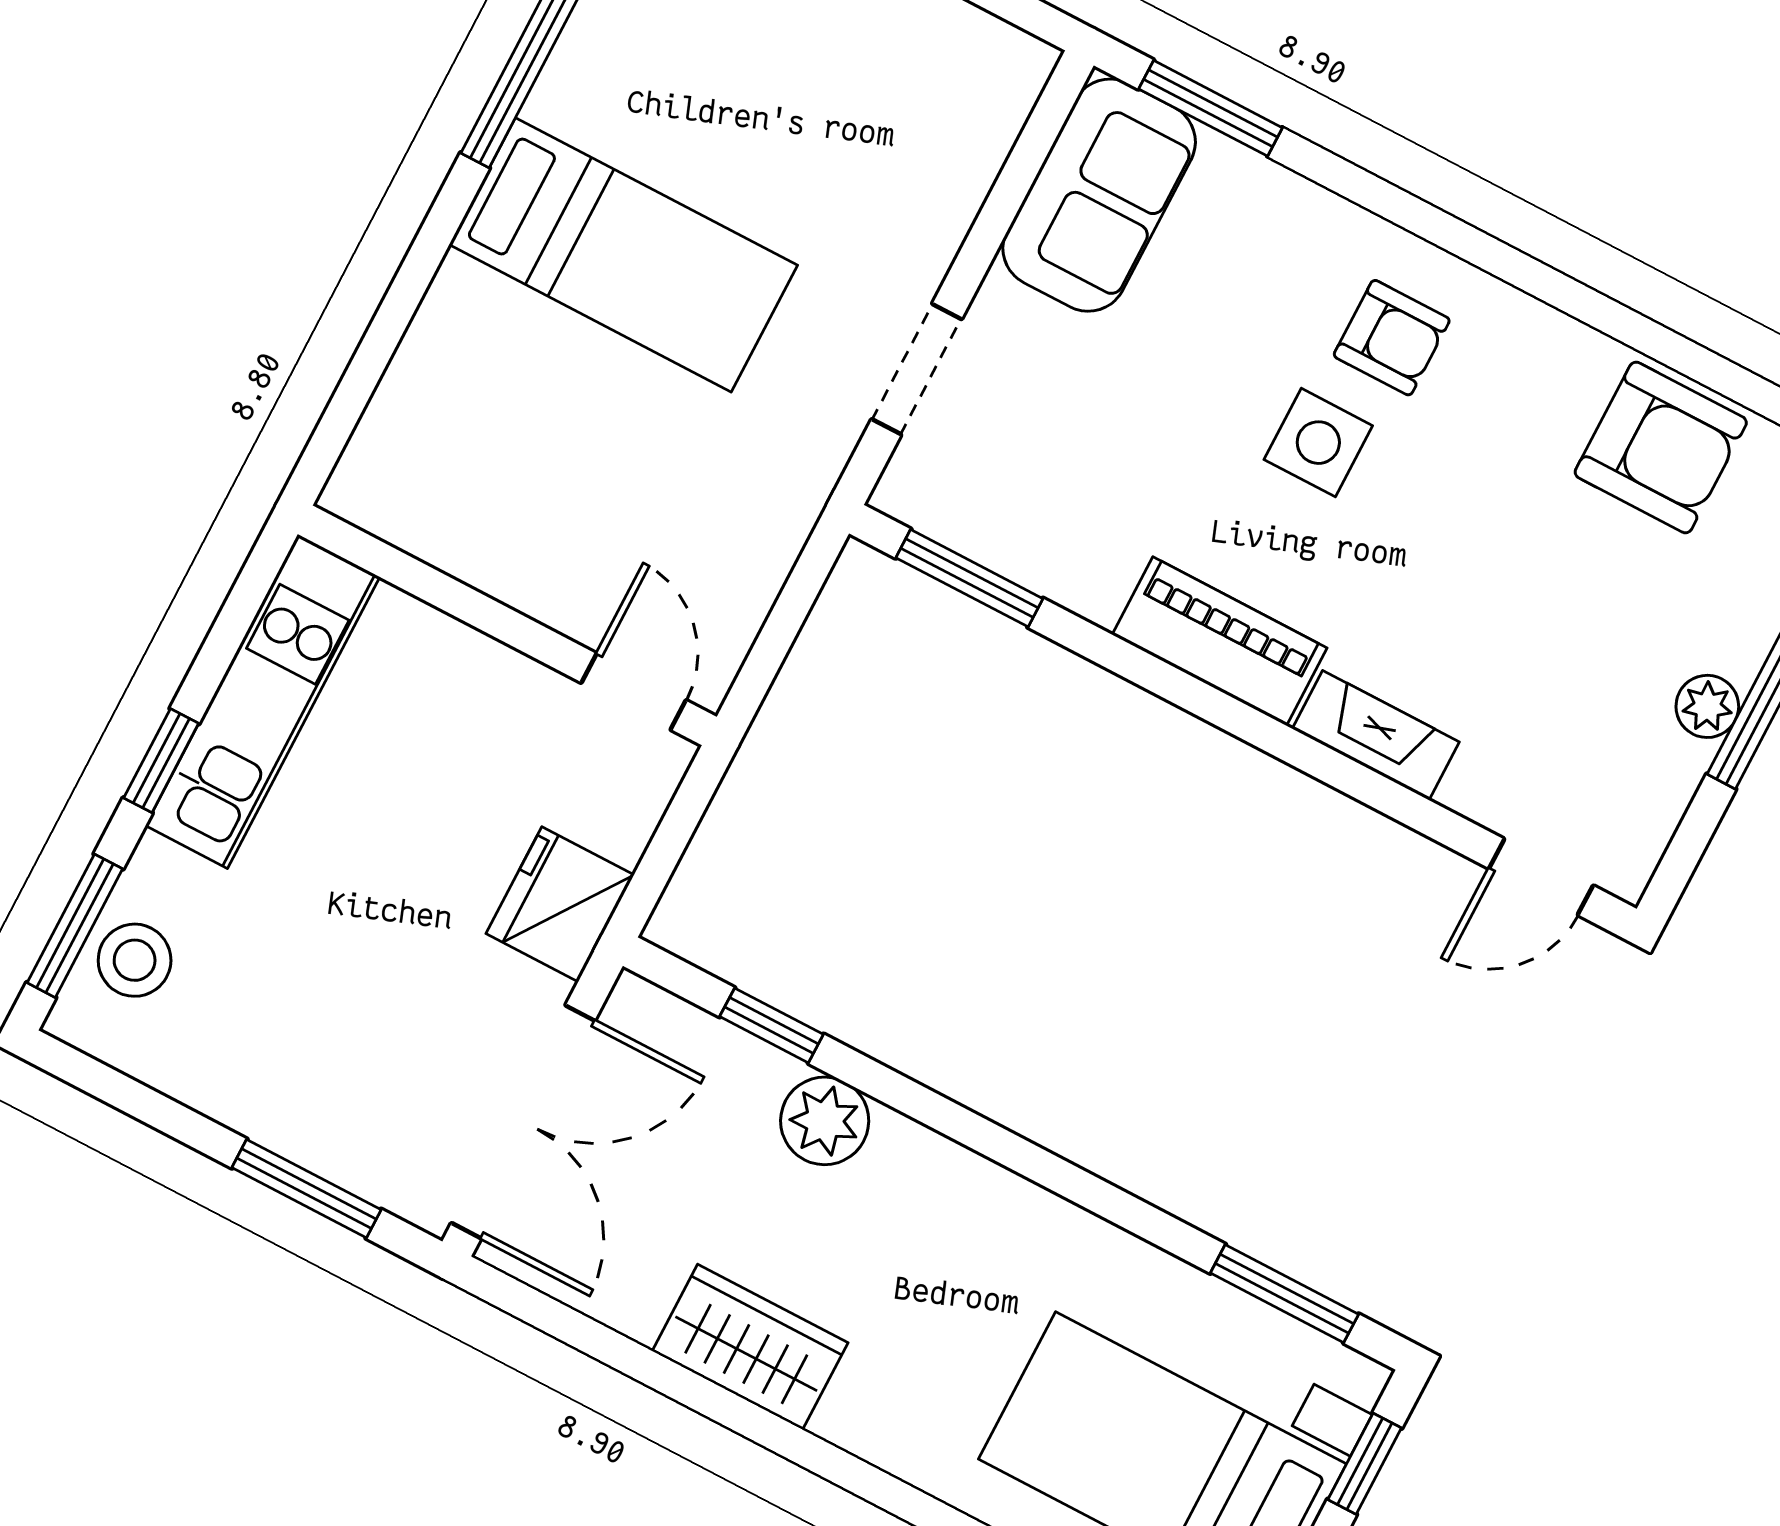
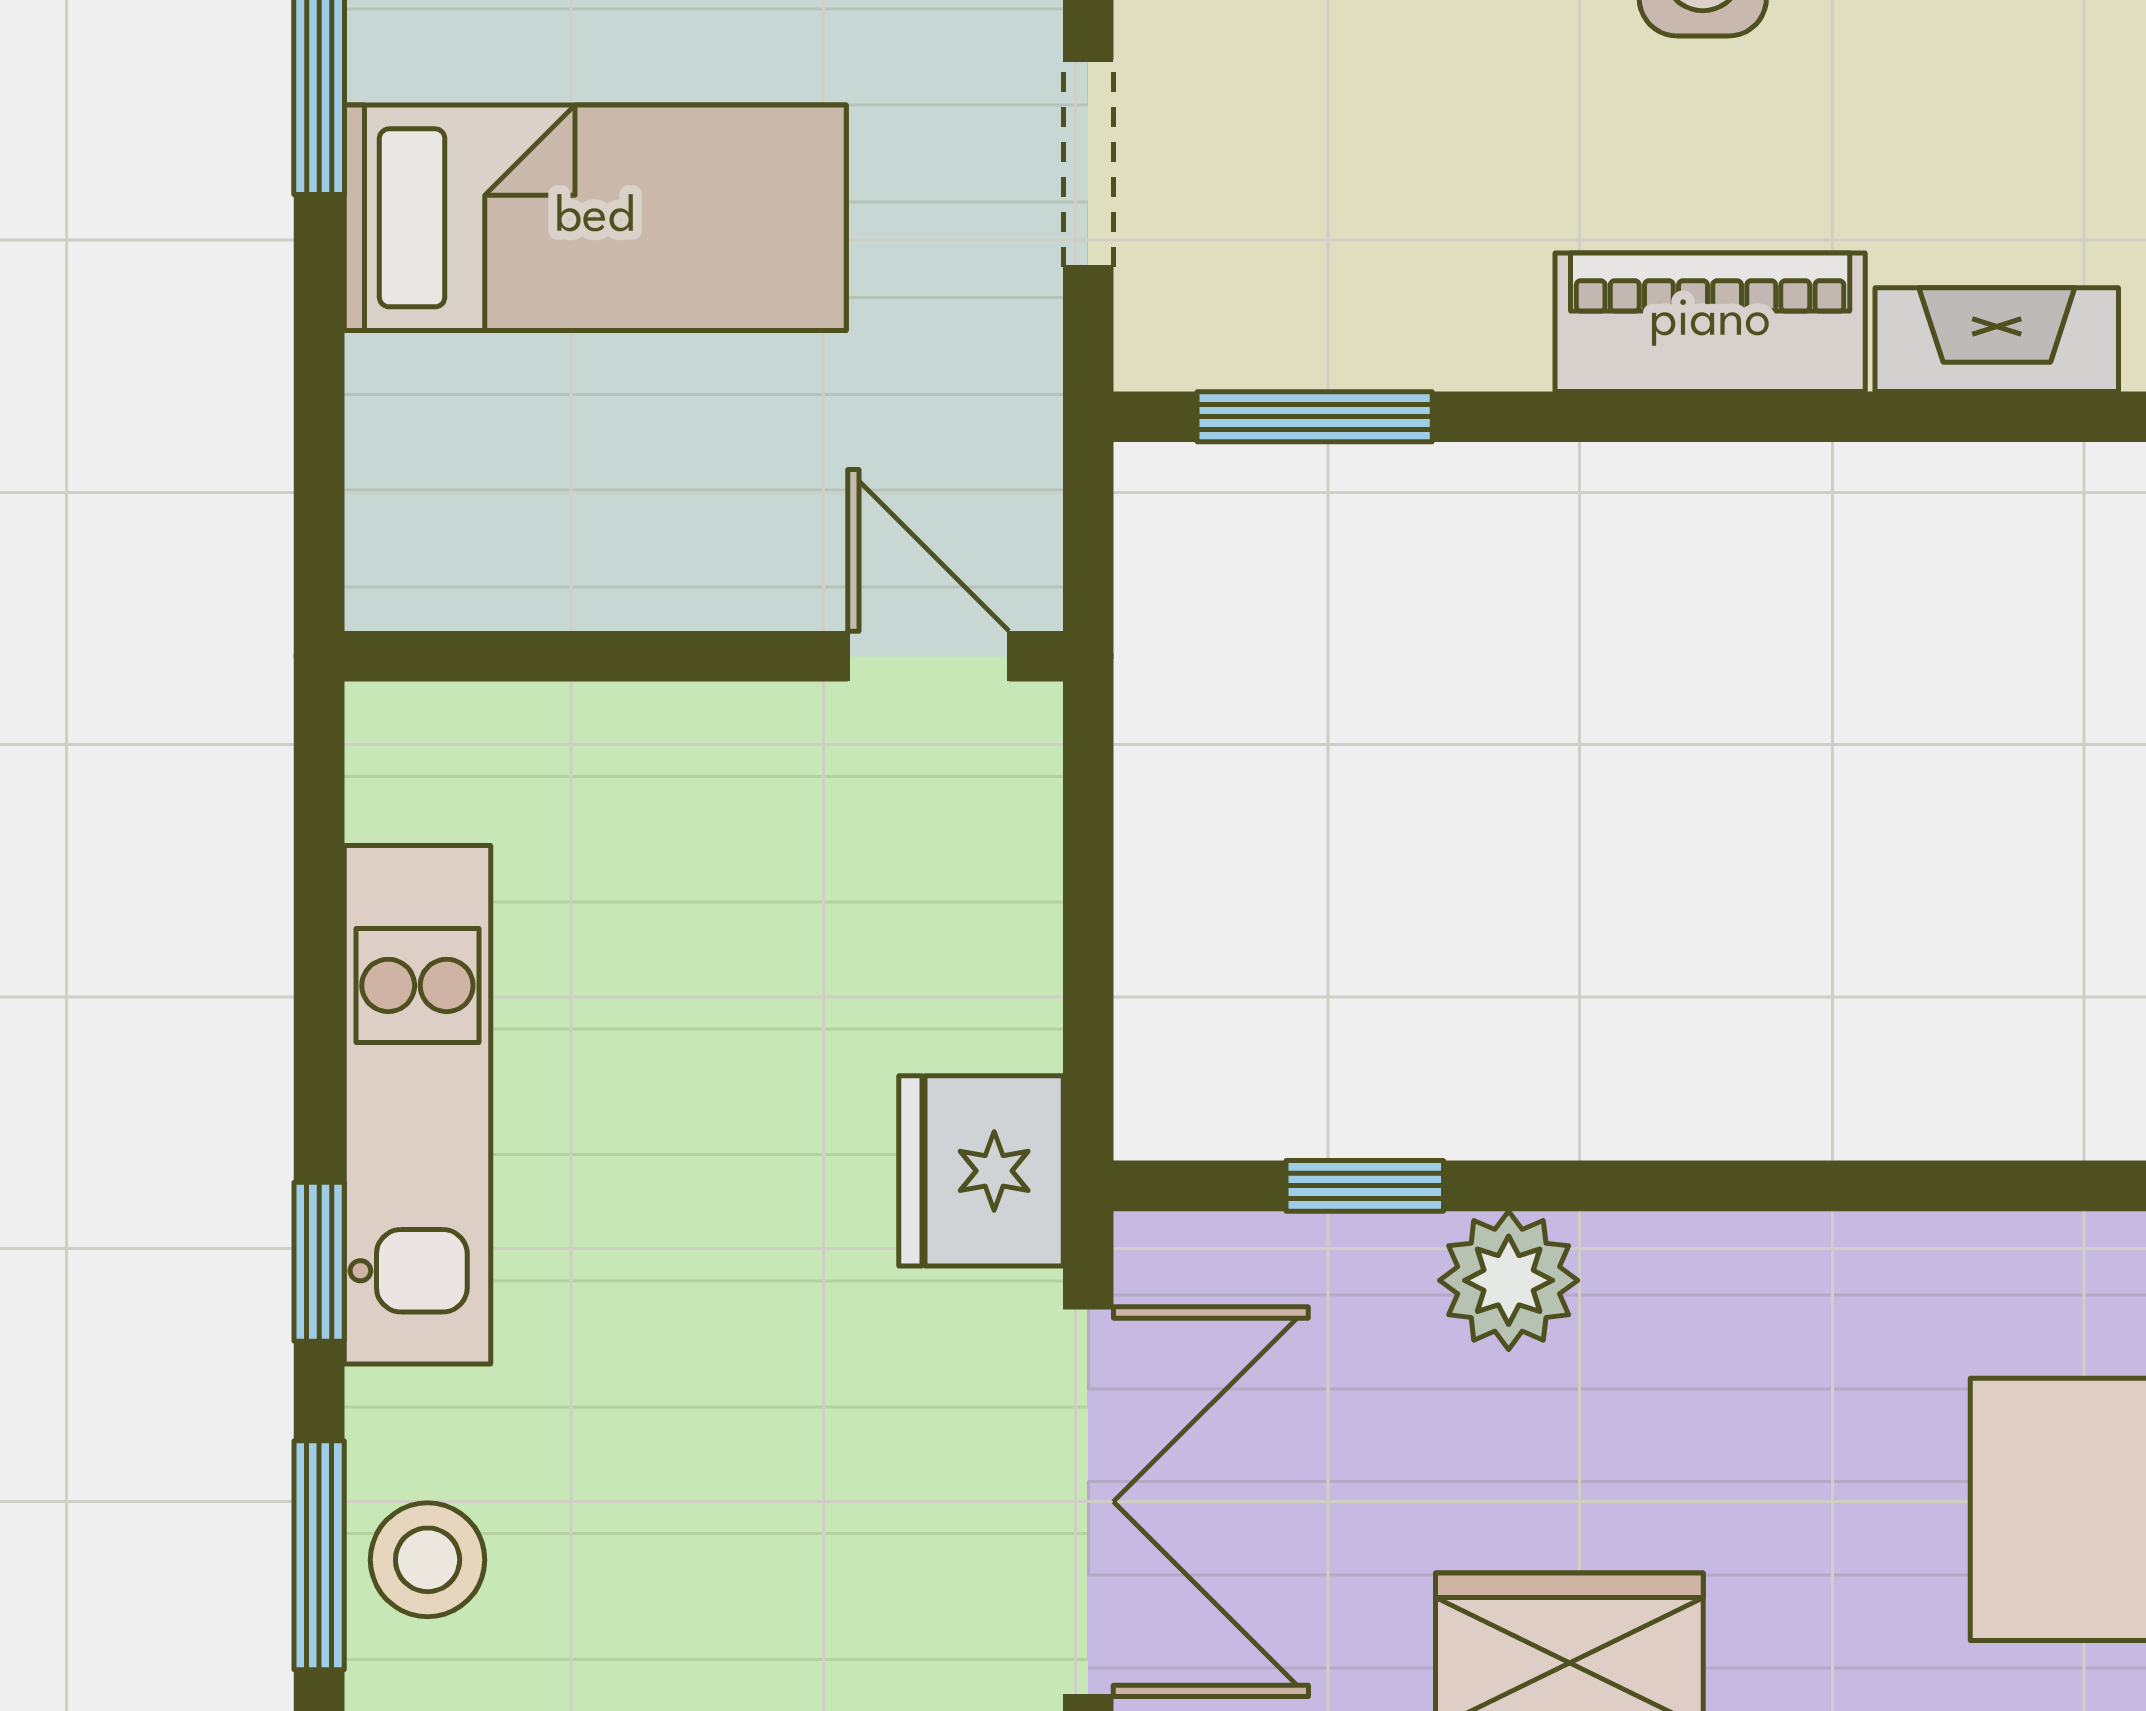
wall: (507, 625) -> (704, 656), moved
door: (634, 692) -> (928, 656), moved

